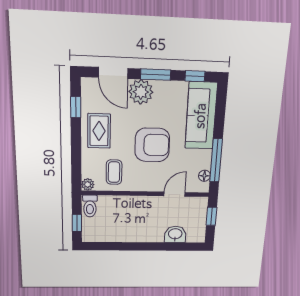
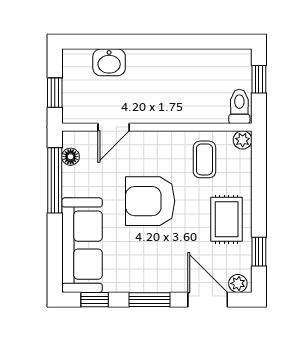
plant: (141, 92) -> (238, 283), moved, width x0.53, depth x0.53

